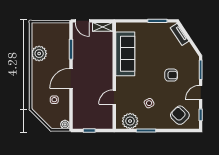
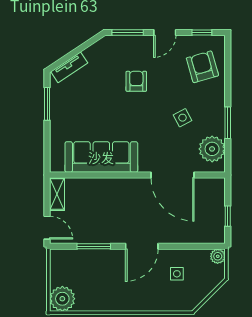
door: (82, 21) -> (47, 228), hinge flipped
plant: (39, 54) -> (62, 299), moved
door: (71, 78) -> (142, 246), hinge flipped
door: (201, 92) -> (165, 33), hinge flipped
door: (114, 97) -> (173, 175), width x1.88
armchair: (180, 115) -> (202, 67), turned 119

